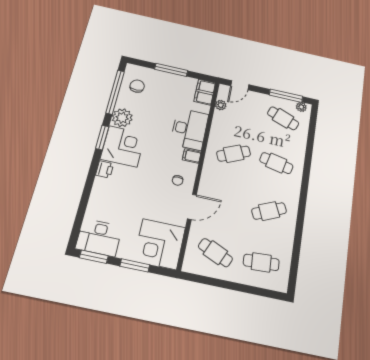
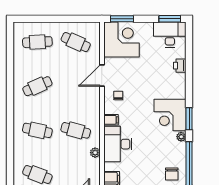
plant: (221, 105) -> (95, 153), moved
plant: (122, 118) -> (181, 137), width x0.53, depth x0.53
cafe table: (234, 154) -> (76, 130), turned 39
printer: (105, 169) -> (180, 66), moved
window: (135, 265) -> (122, 19), moved

